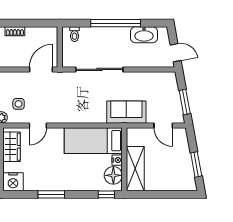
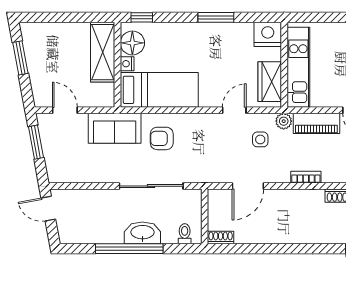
shoe rack: (15, 31) -> (221, 237), moved
washbasin: (144, 35) -> (142, 233), moved
door: (41, 69) -> (248, 186), moved
armchair: (92, 105) -> (162, 138), added

